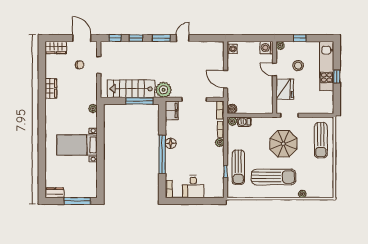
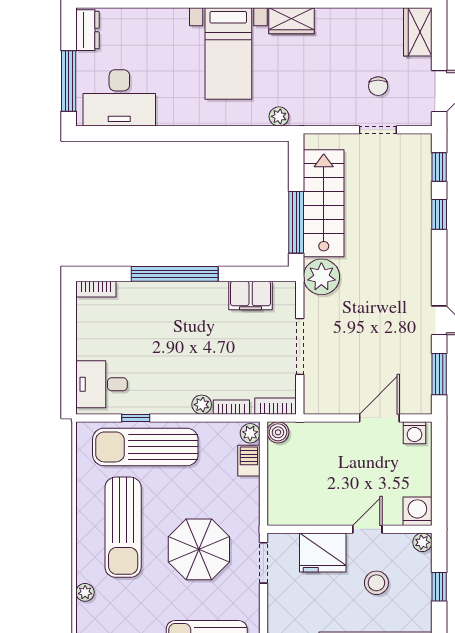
window: (161, 38) -> (439, 374), moved
door: (226, 79) -> (379, 418), moved
wardrobe: (51, 88) -> (291, 21), moved
filing cabinet: (172, 110) -> (251, 296), moved
floor lamp: (171, 143) -> (200, 293), removed
bed with nightstands: (77, 145) -> (228, 54), moved, turned 180
sun lounger: (238, 167) -> (145, 447), width x1.36, depth x1.34
desk: (85, 179) -> (119, 98), added
desk: (193, 187) -> (102, 384), moved

